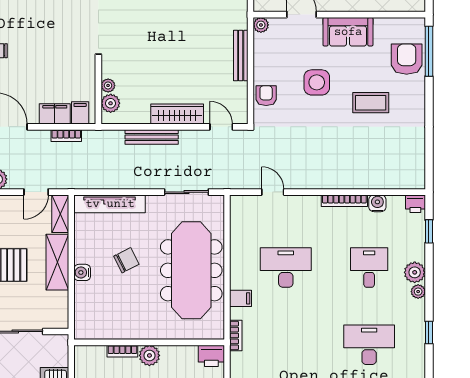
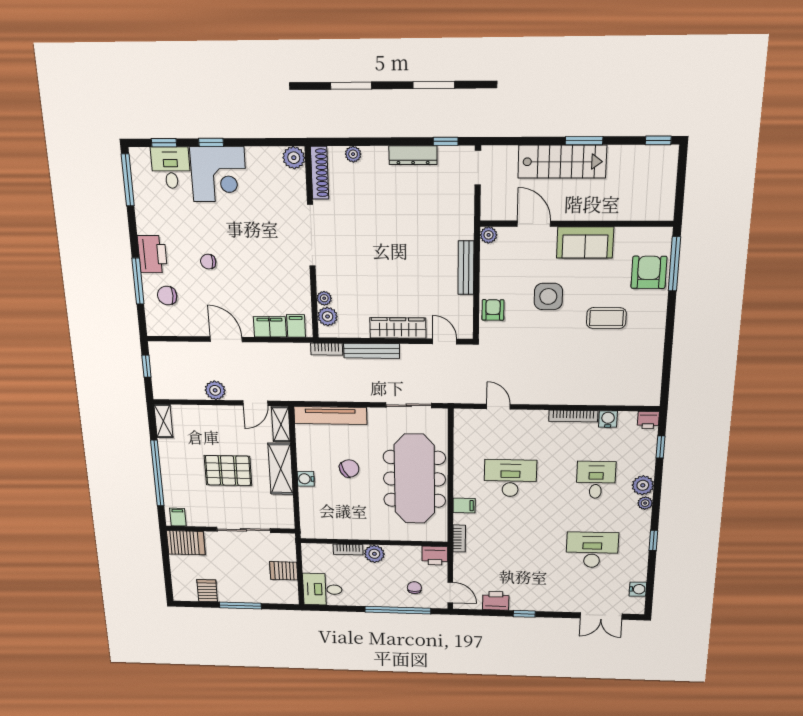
bookcase: (66, 136) -> (327, 349), moved

